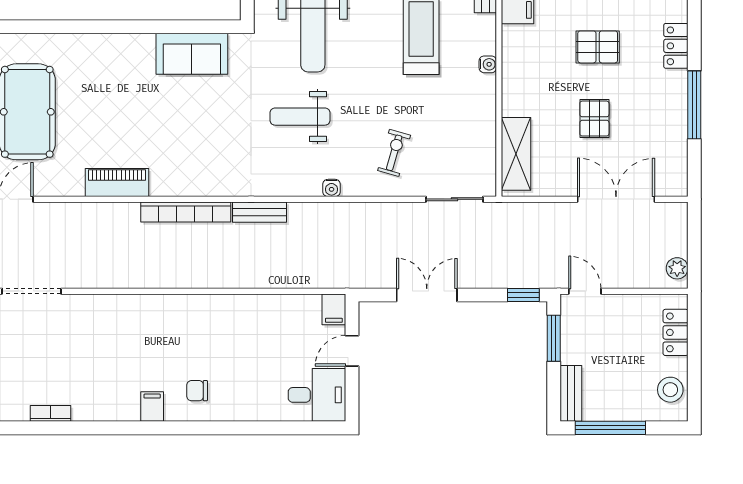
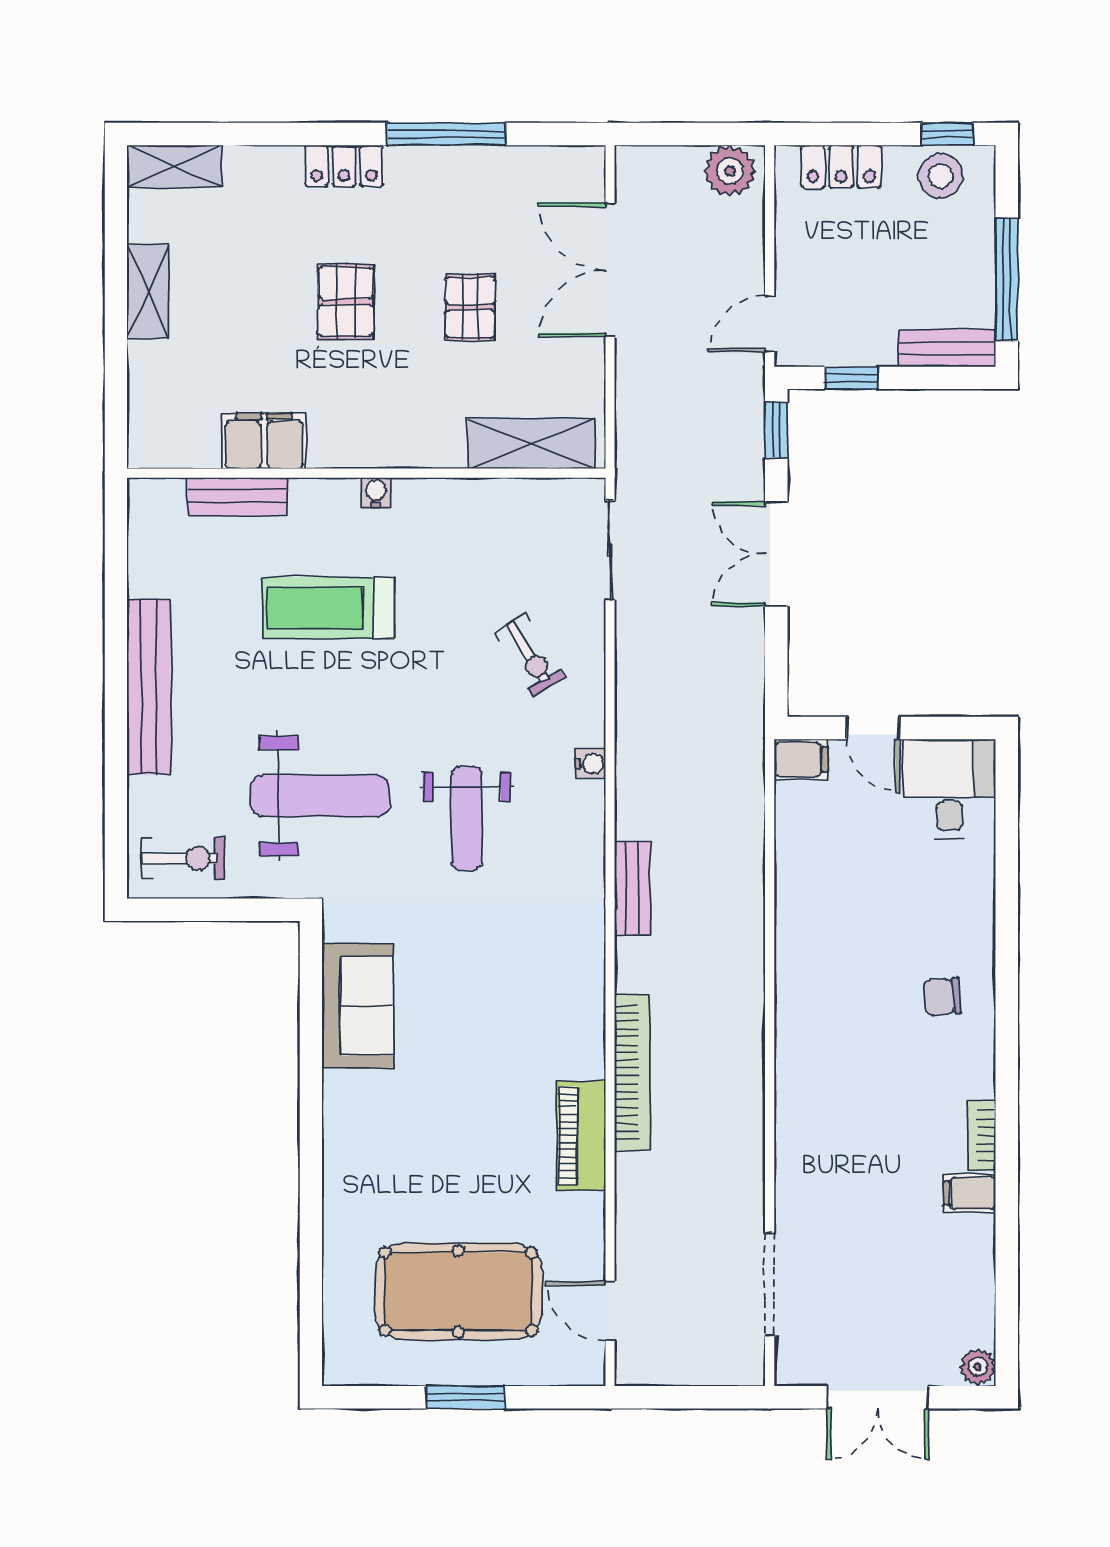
pallet: (594, 119) -> (470, 307), turned 90
exercise bike: (394, 153) -> (530, 655), turned -137
bookcase: (186, 212) -> (632, 1072), moved
plant: (677, 268) -> (730, 171), width x1.38, depth x1.38
double door: (427, 295) -> (776, 554), moved
window: (554, 338) -> (851, 378), width x0.67
chair: (197, 391) -> (942, 997), turned 85
window: (694, 393) -> (947, 134), added
filing cabinet: (152, 407) -> (970, 1193), moved
bookcase: (50, 413) -> (982, 1135), moved

